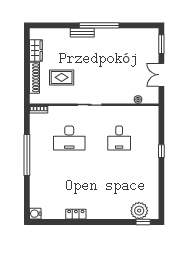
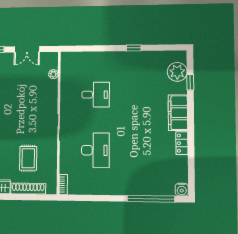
window: (161, 151) -> (134, 48), moved
window: (27, 155) -> (151, 199), moved
filing cabinet: (103, 211) -> (178, 113), added
window: (143, 222) -> (190, 82), moved

